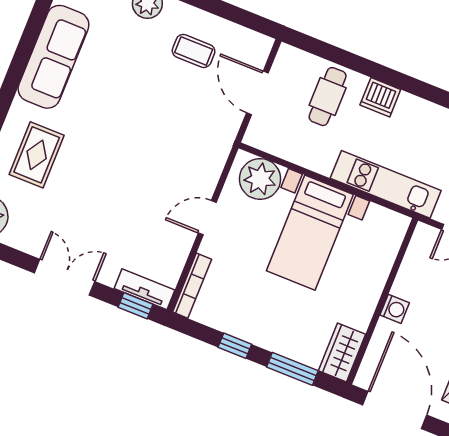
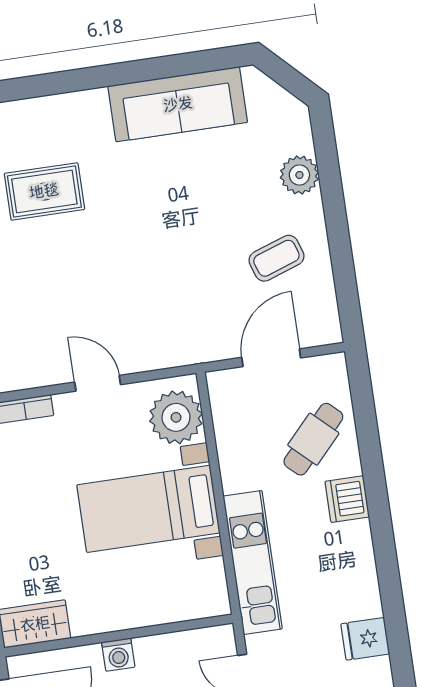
coffee table: (194, 51) -> (276, 258), turned 71
cafe table: (328, 97) -> (313, 439), turned -47
rug: (37, 155) -> (44, 191), moved

